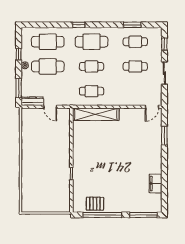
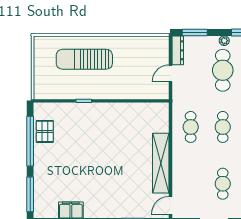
door: (152, 107) -> (170, 205), hinge flipped
shelving: (96, 114) -> (161, 163), moved
sun lounger: (39, 173) -> (84, 59), added

